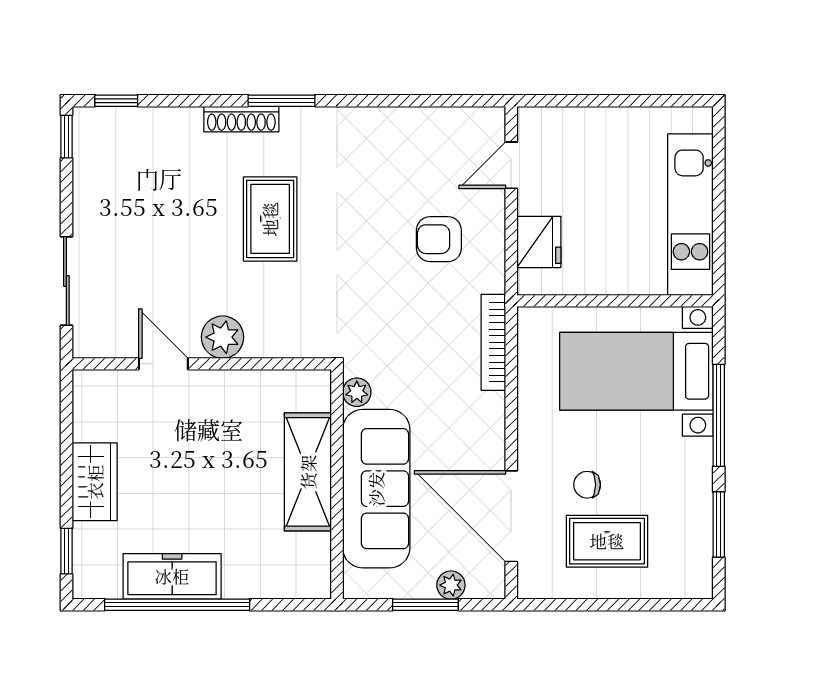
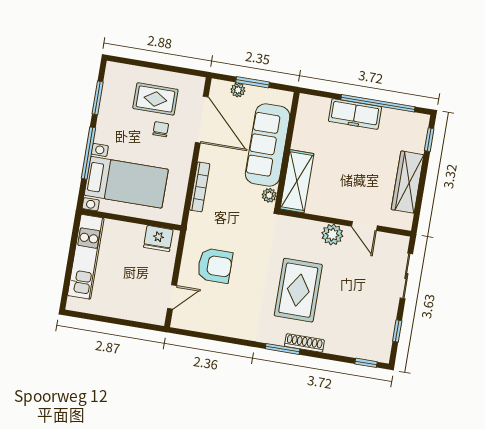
window: (66, 137) -> (397, 331), moved
rug: (270, 219) -> (298, 290), width x1.36, depth x1.43
armchair: (439, 239) -> (215, 266), width x1.38, depth x1.38
fridge: (539, 242) -> (158, 239), moved, turned -90
bookcase: (493, 342) -> (200, 187), moved
shelving: (308, 472) -> (297, 181), moved
wardrobe: (95, 482) -> (408, 182), width x1.50
chair: (587, 485) -> (161, 129), turned -90
freezer: (172, 576) -> (355, 114), moved

